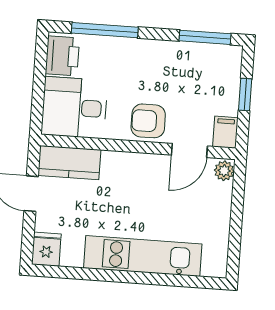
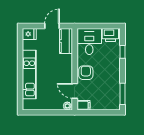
window: (105, 30) -> (122, 52), width x0.46
window: (245, 95) -> (100, 112), removed

